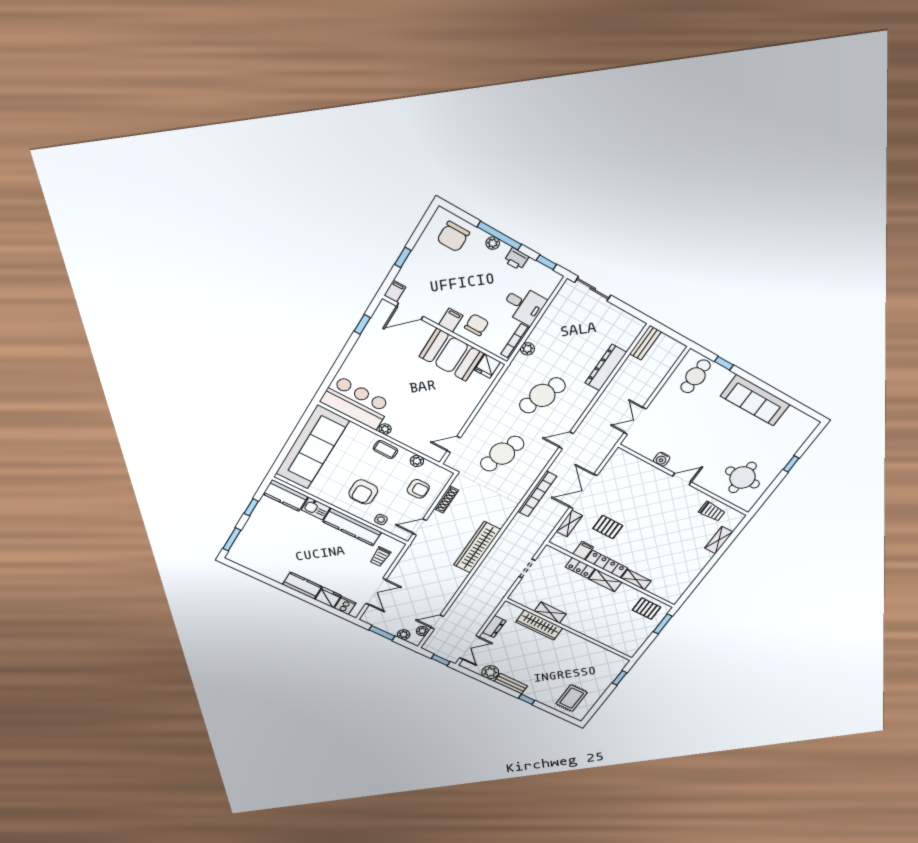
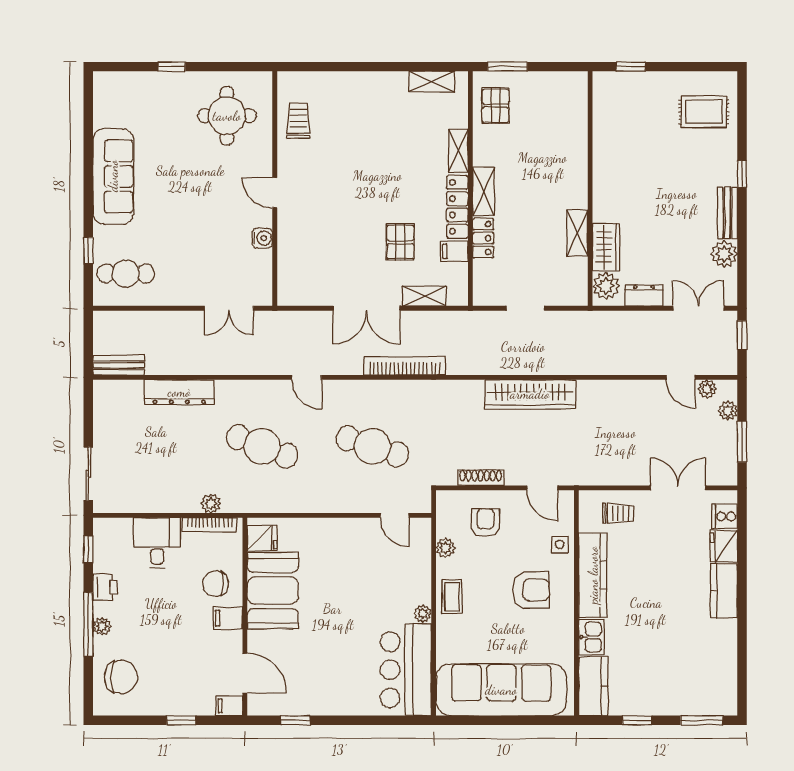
shelving: (719, 540) -> (432, 82), moved
plant: (512, 612) -> (606, 286), added
wardrobe: (539, 625) -> (606, 247), width x0.67

